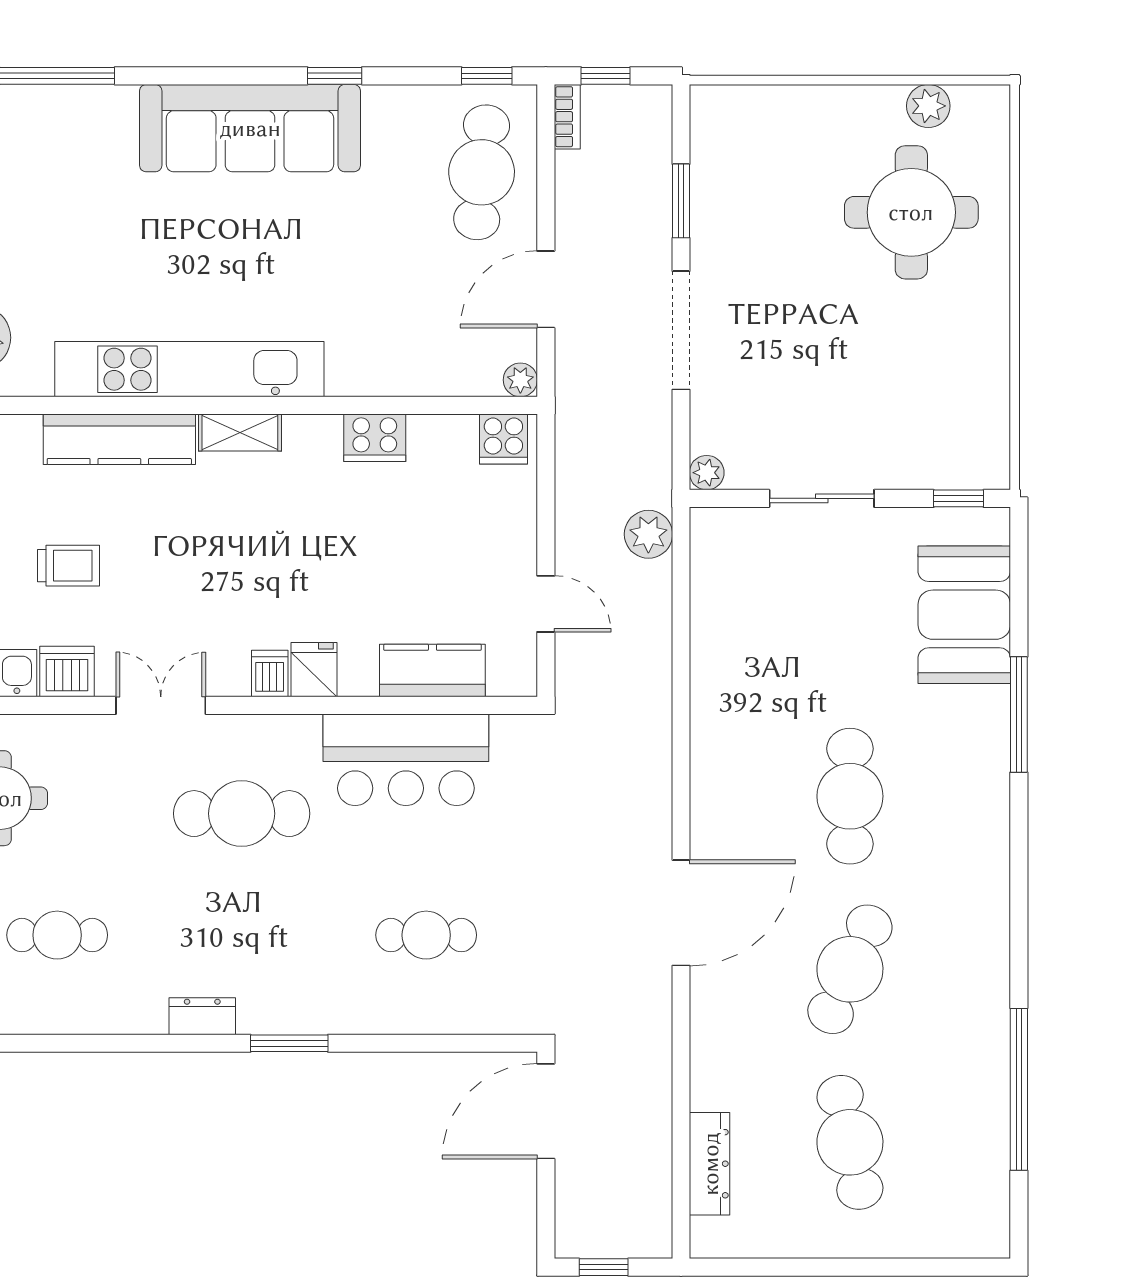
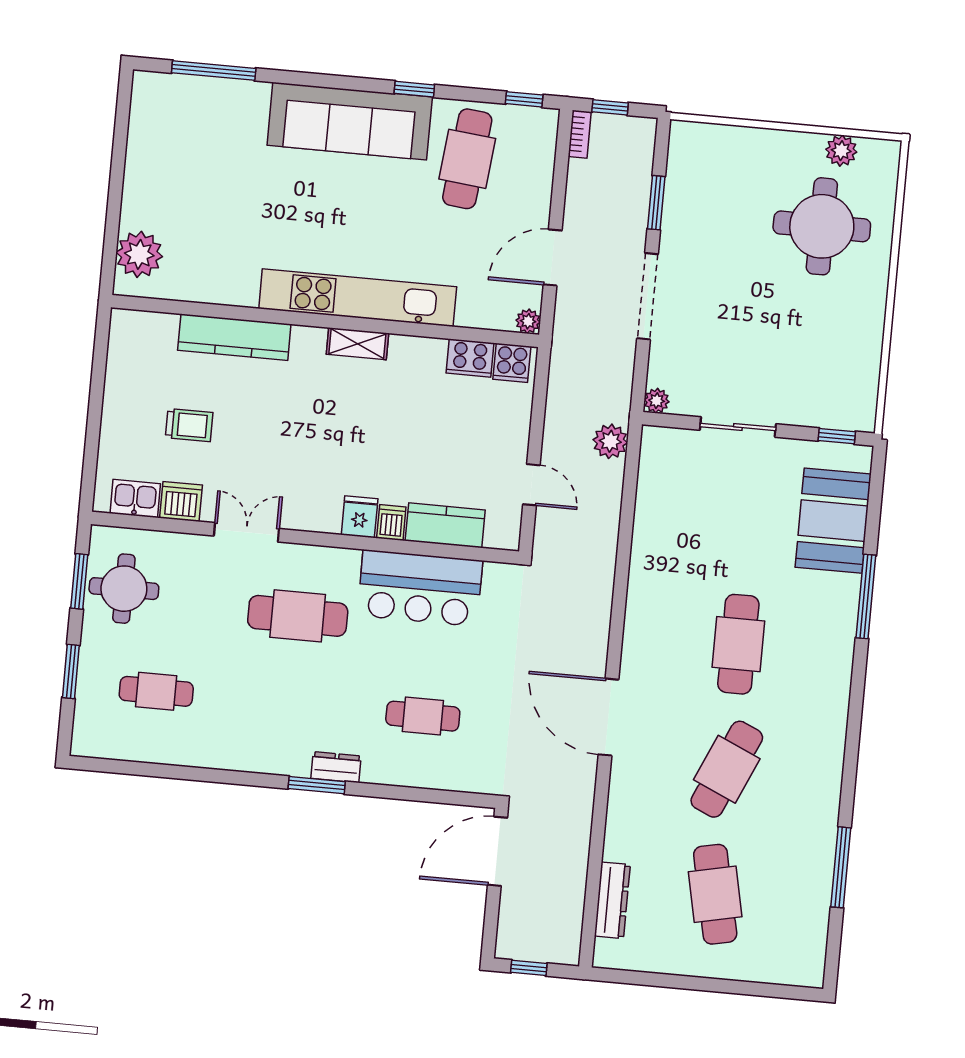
cafe table: (482, 172) -> (467, 159), moved
kitchen unit: (189, 369) -> (358, 298), moved
shelving: (240, 432) -> (357, 344), moved
cooker: (375, 438) -> (470, 358), moved
dishwasher: (270, 674) -> (391, 523), moved
door: (681, 913) -> (608, 717), swing flipped
dresser: (202, 1016) -> (336, 767), moved
window: (1019, 1089) -> (841, 867), width x0.68

